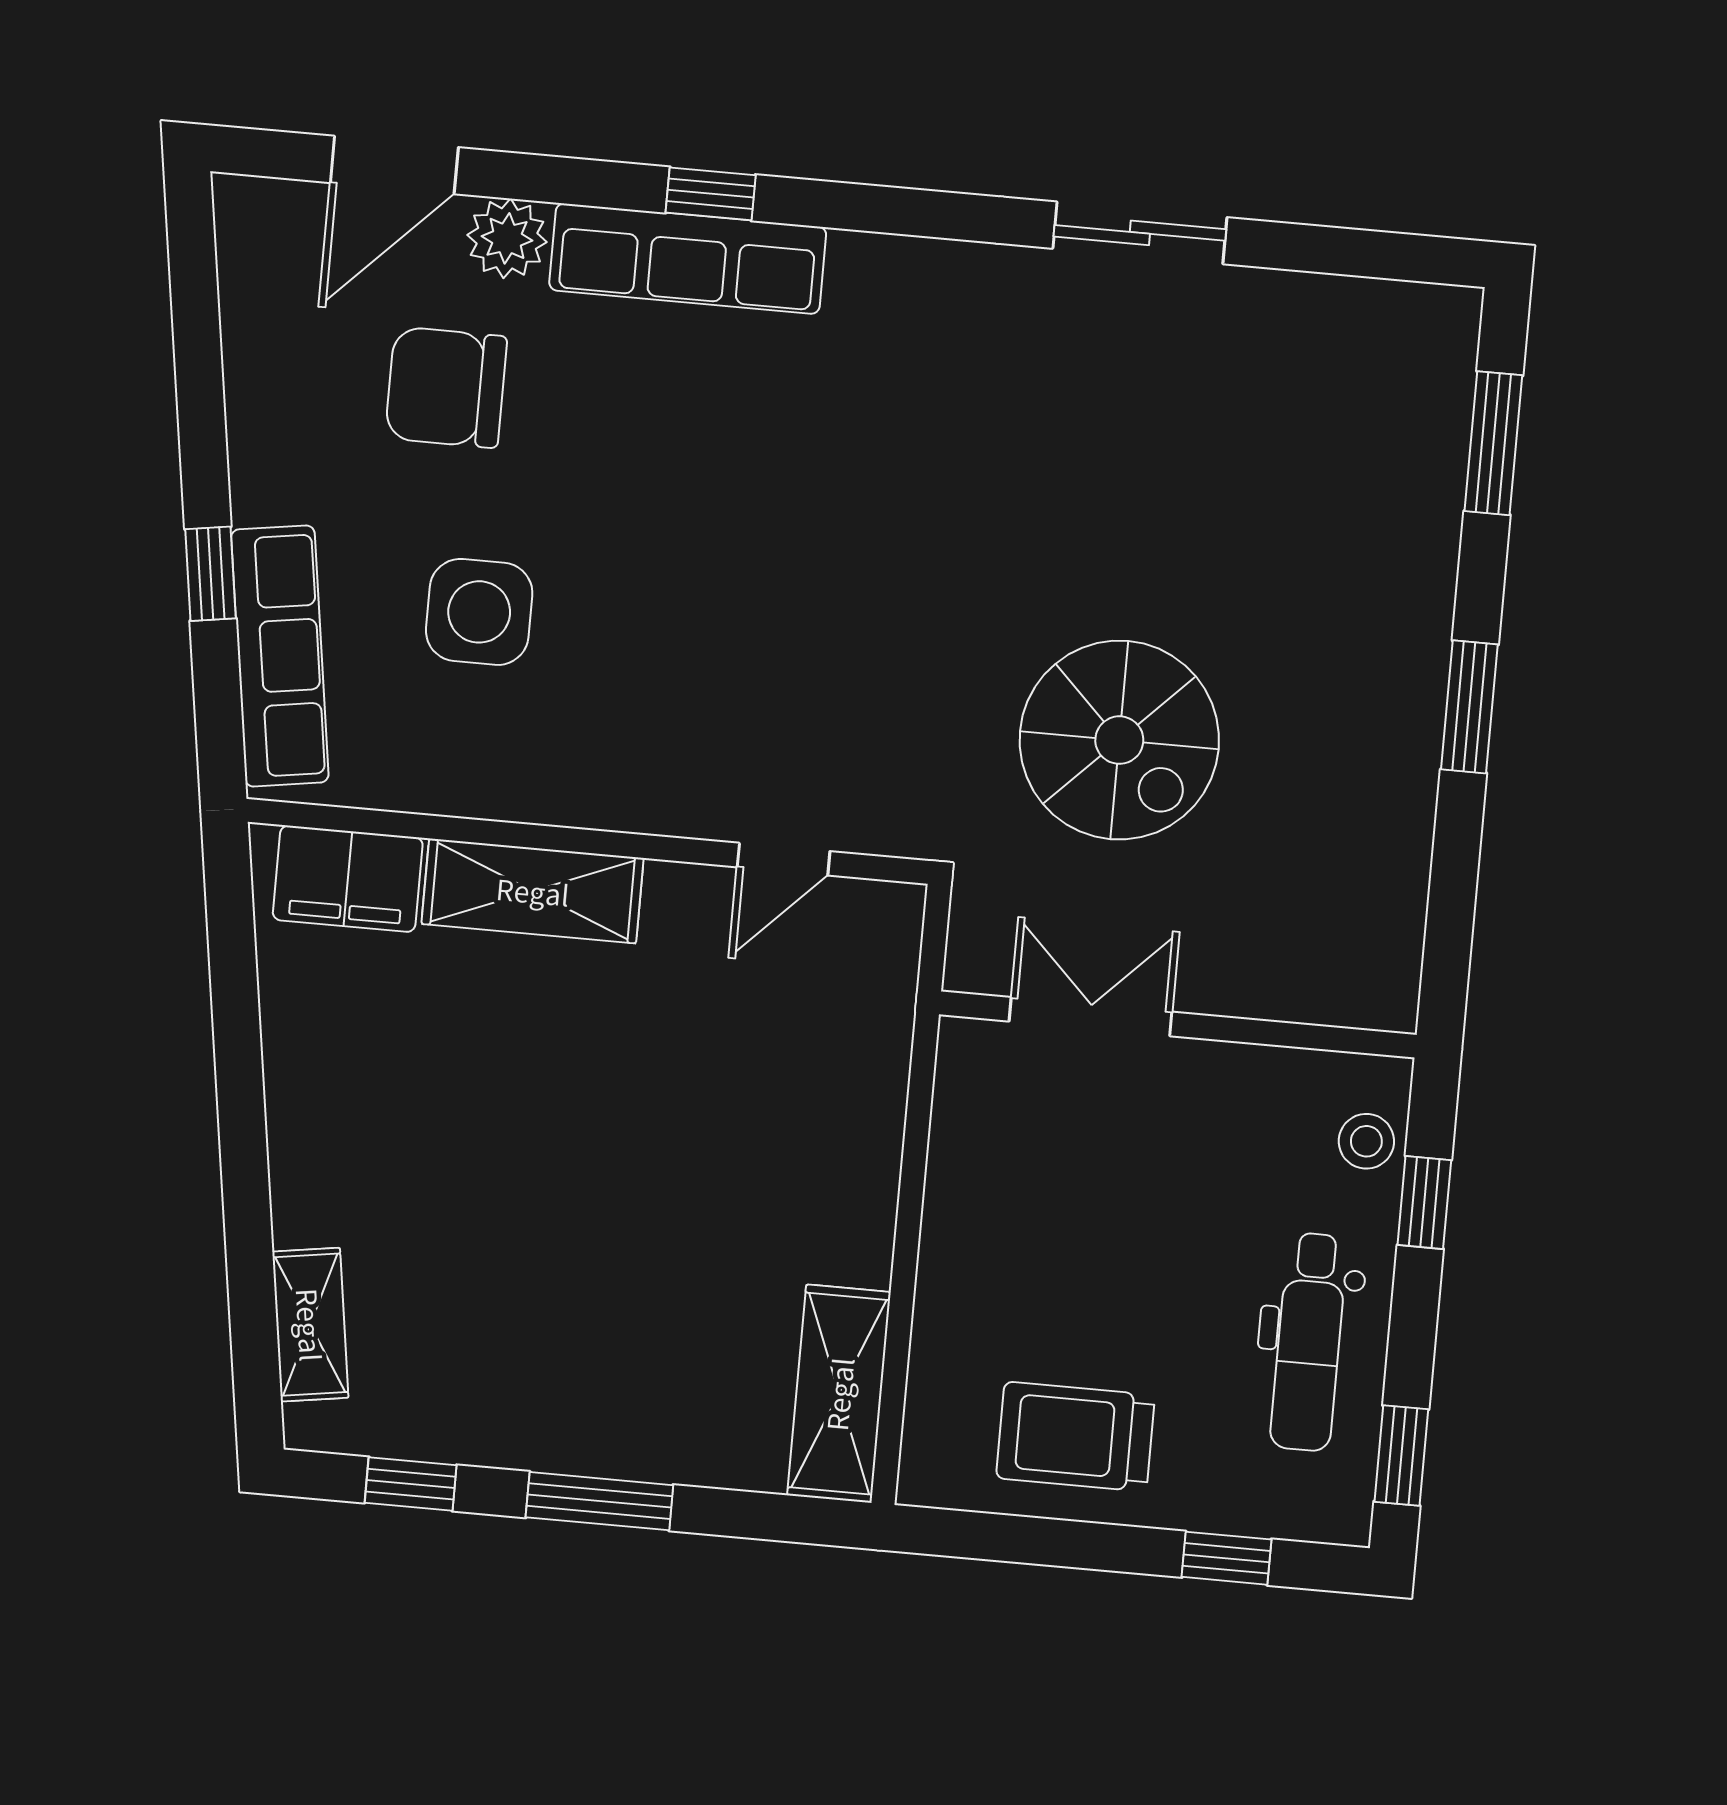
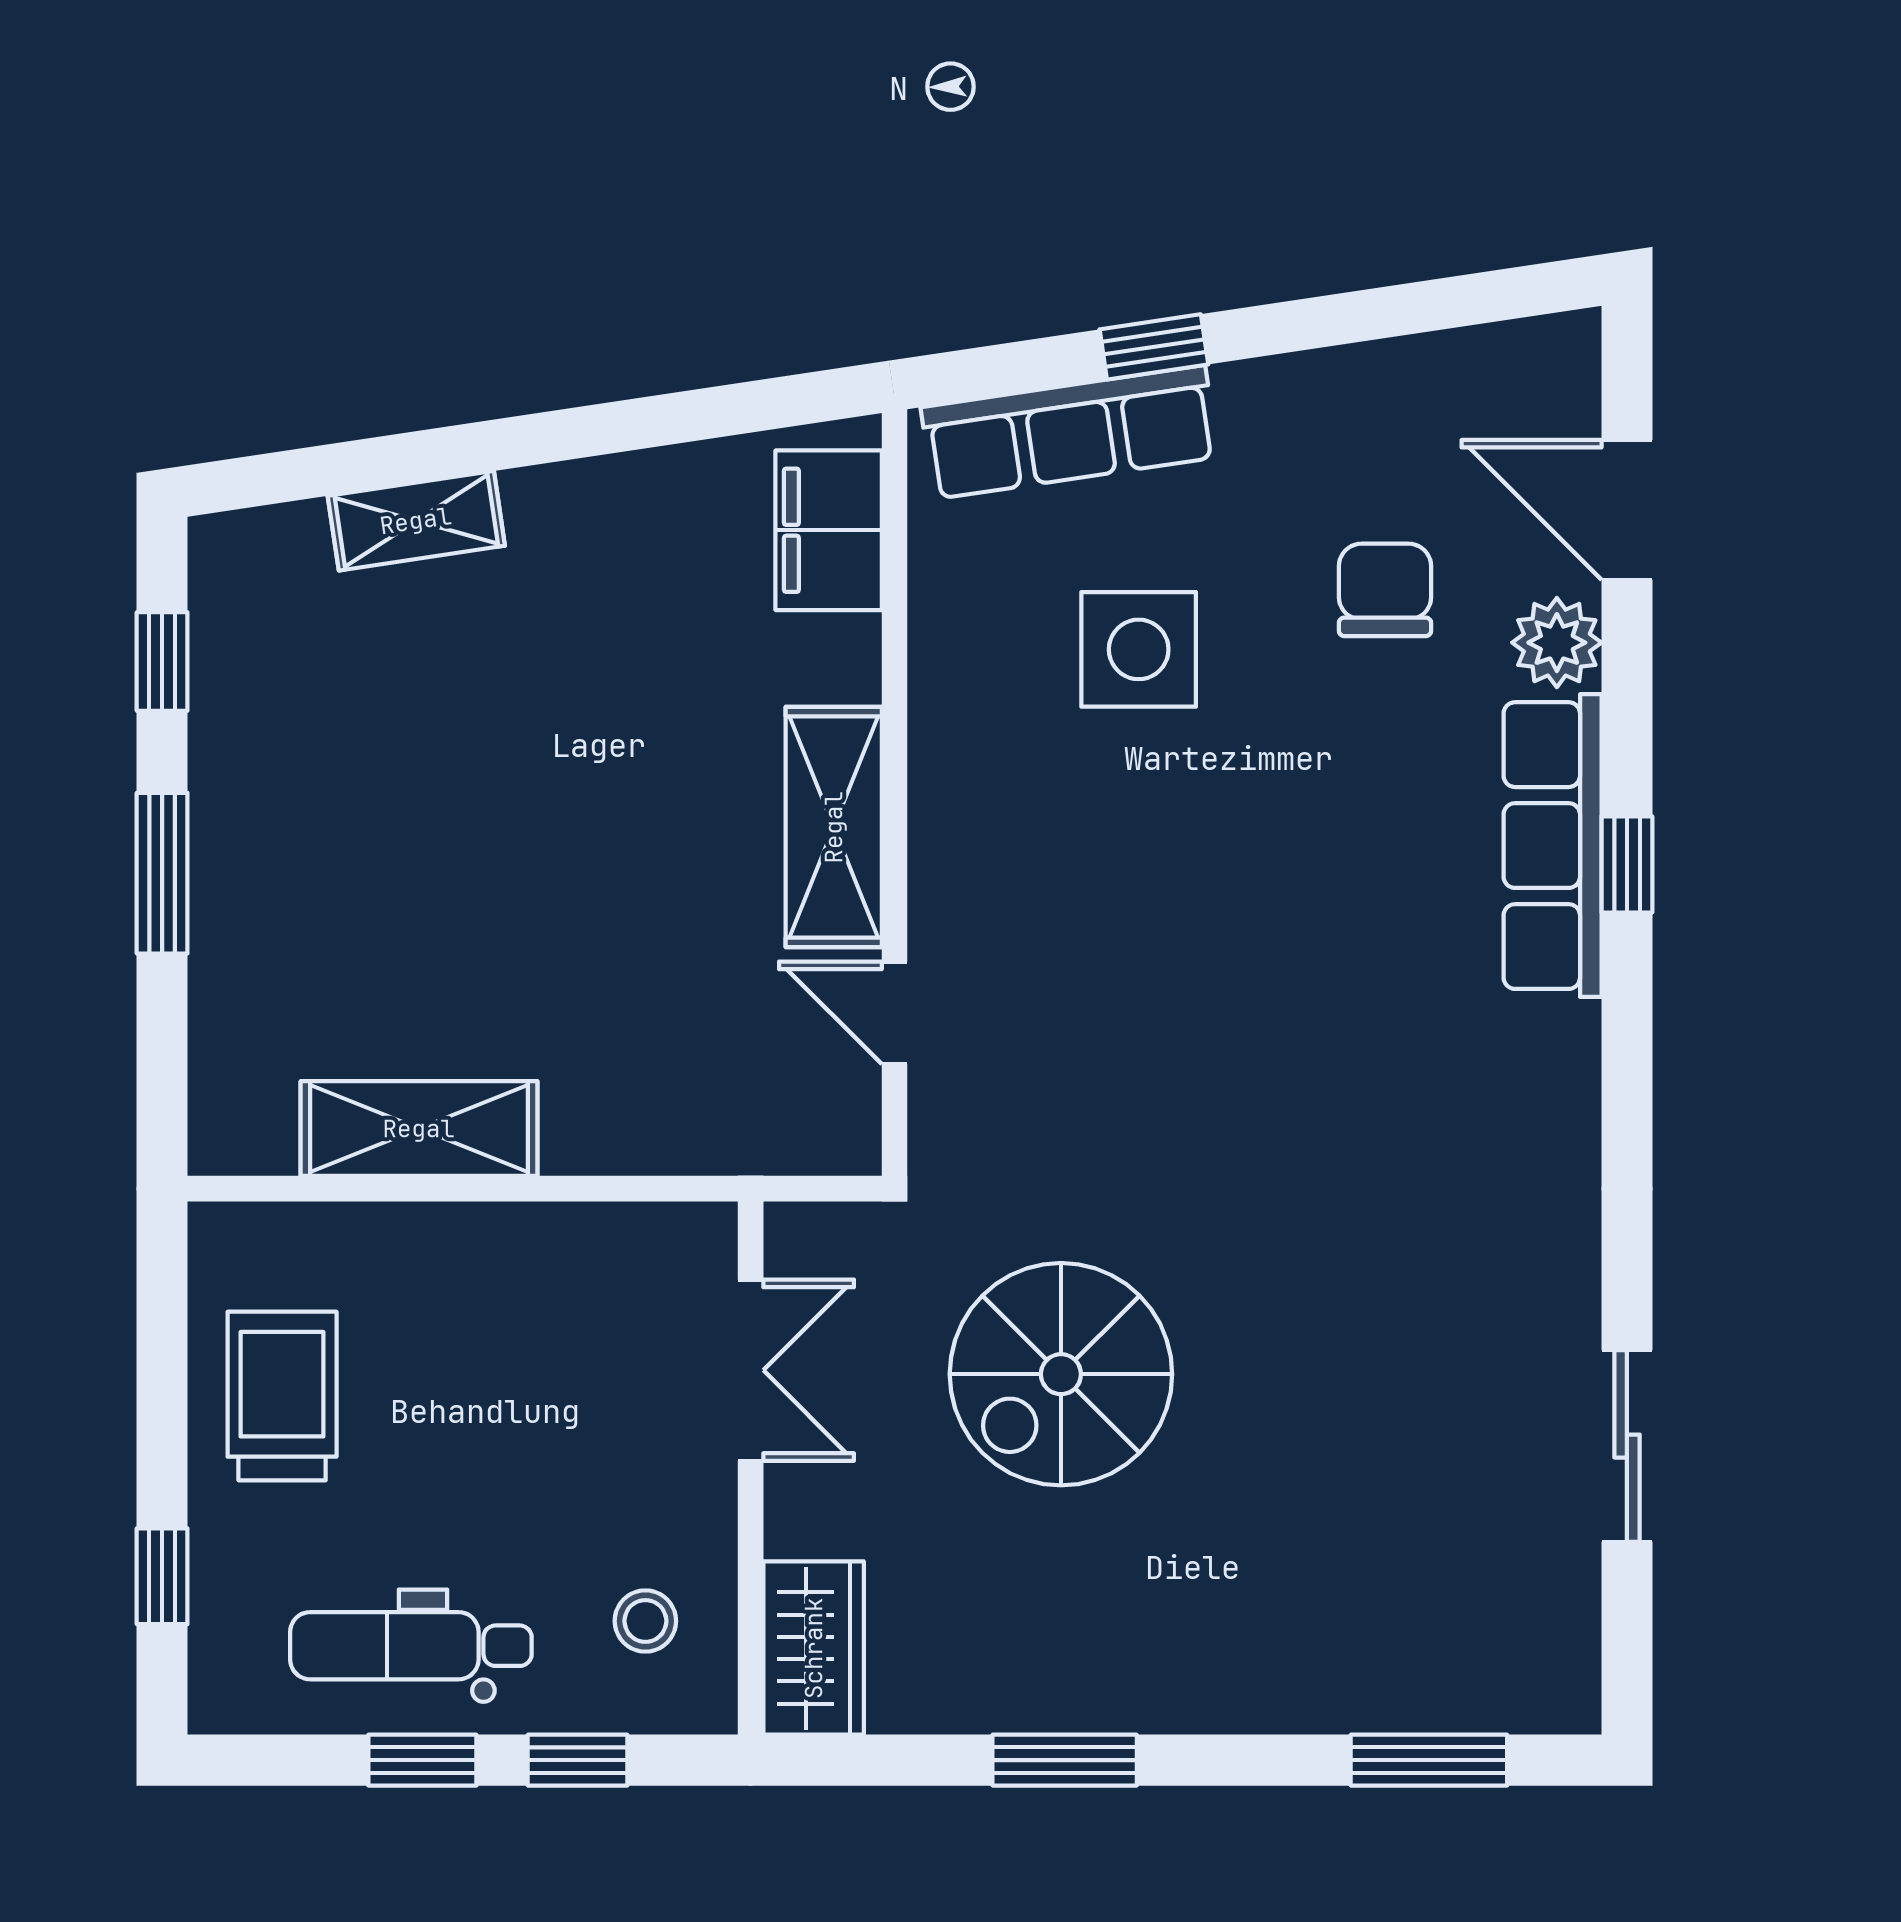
sliding door: (1140, 233) -> (1627, 1446), moved
chair: (446, 387) -> (1385, 590), width x0.73, depth x0.73
window: (1469, 707) -> (1065, 1760), moved
shelving: (533, 891) -> (834, 827), moved
wardrobe: (1343, 983) -> (814, 1648), added
stool: (1366, 1141) -> (645, 1621), moved
shelving: (310, 1325) -> (416, 521), moved
shelving: (839, 1394) -> (419, 1129), moved
window: (1401, 1455) -> (422, 1760), moved

